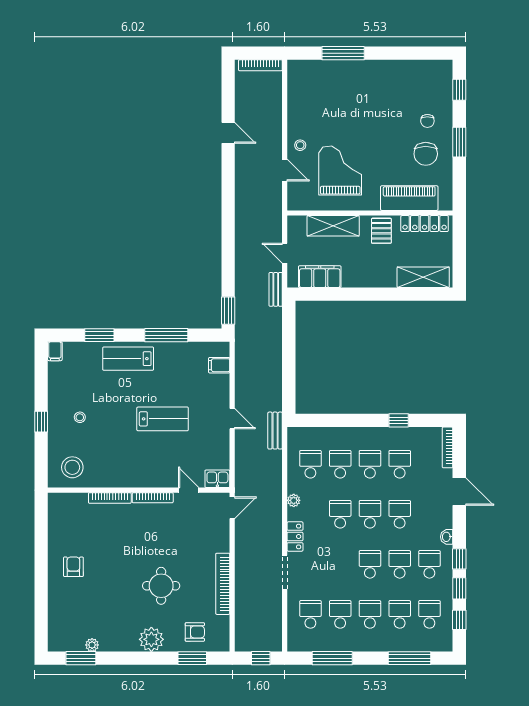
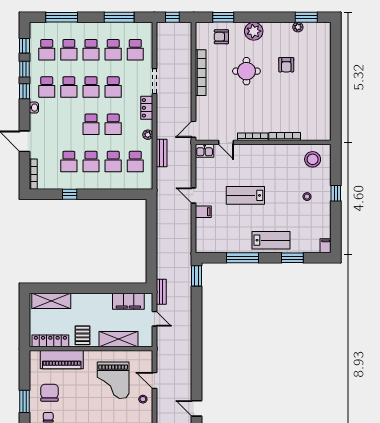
filing cabinet: (219, 365) -> (203, 212), moved
bench: (275, 431) -> (162, 153), moved
school desk: (400, 514) -> (113, 87), moved
armchair: (73, 567) -> (286, 65), moved

